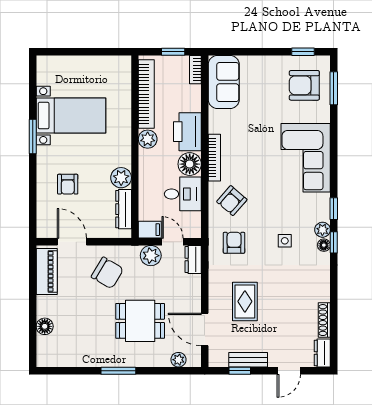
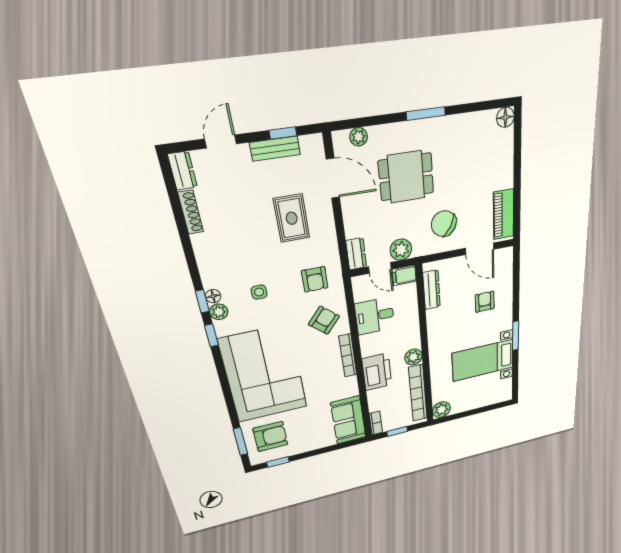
corner sofa: (306, 158) -> (264, 374), width x1.36, depth x1.36
floor lamp: (190, 164) -> (371, 344), removed
plant: (121, 178) -> (442, 410), moved
floor lamp: (45, 326) -> (505, 117), moved

